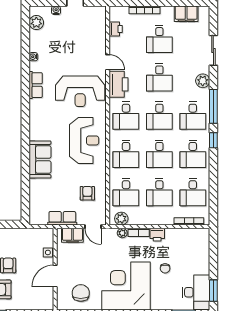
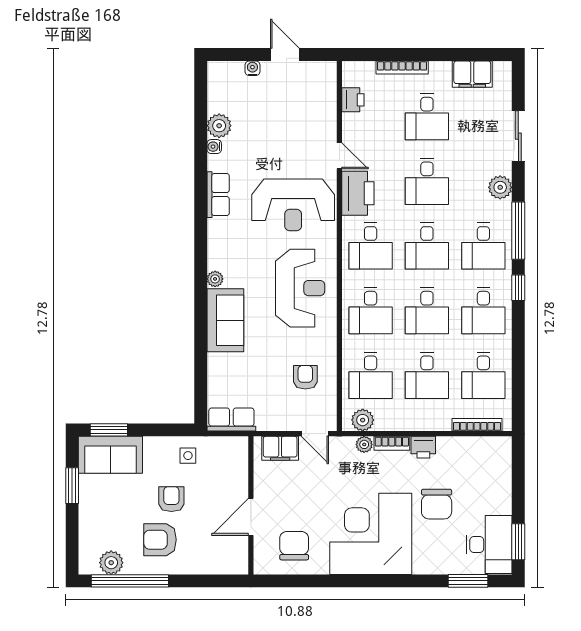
plant: (36, 23) -> (219, 126), moved
plant: (34, 135) -> (215, 279), added
row of seats: (62, 218) -> (231, 420), moved
side table: (48, 252) -> (188, 456), moved
chair: (165, 268) -> (437, 504), width x1.87, depth x1.87

